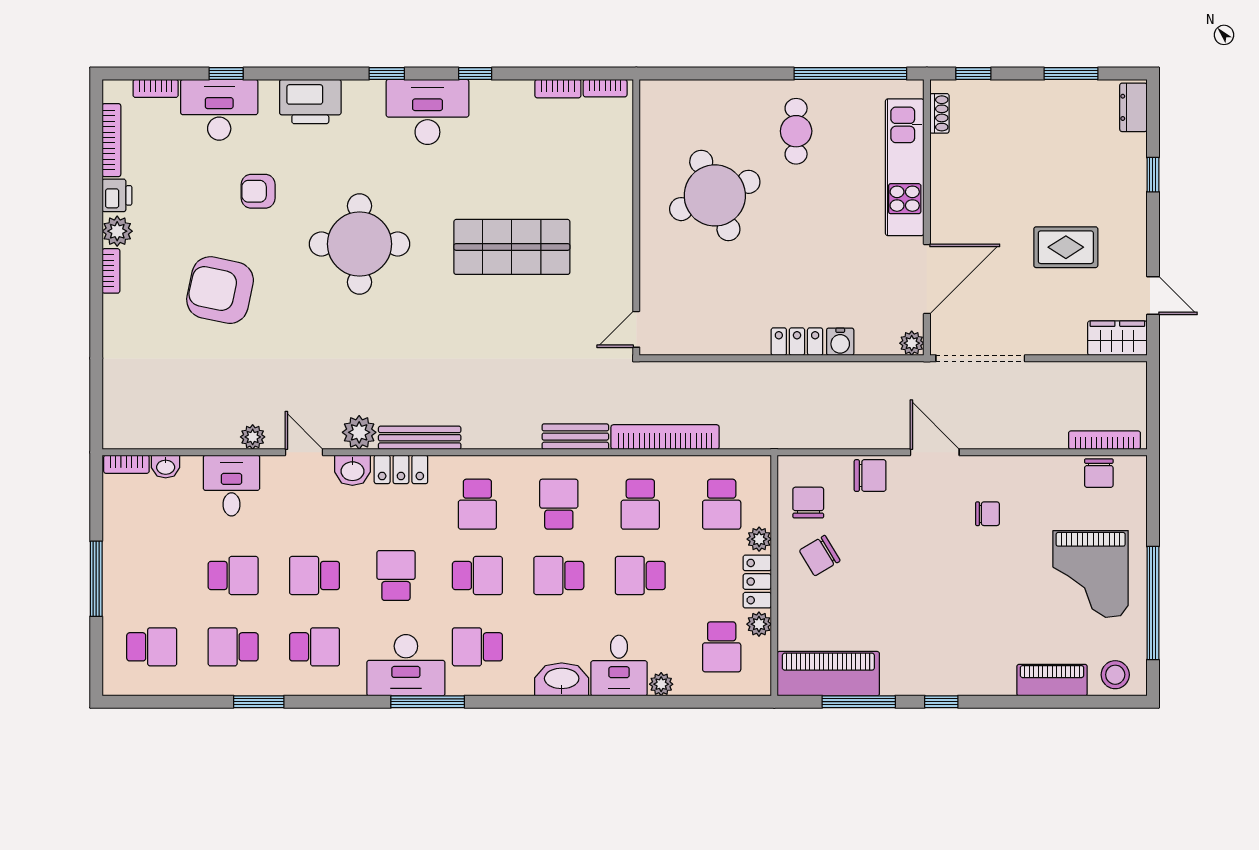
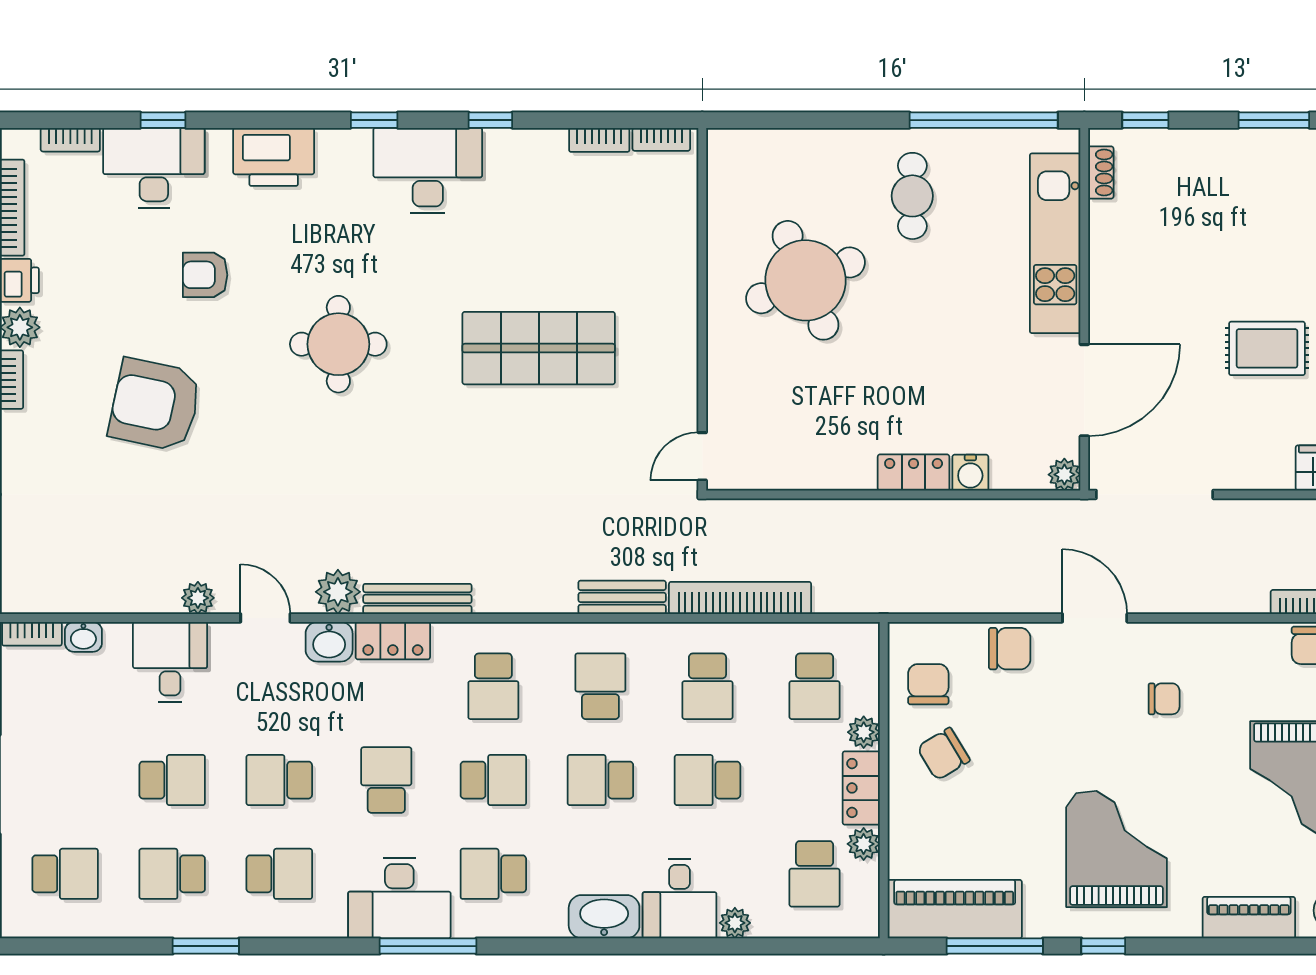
round table: (360, 244) -> (338, 344), width x0.73, depth x0.73
grand piano: (951, 628) -> (1117, 849), added

